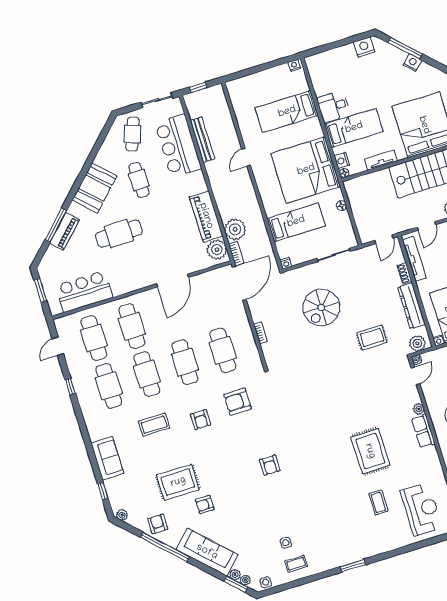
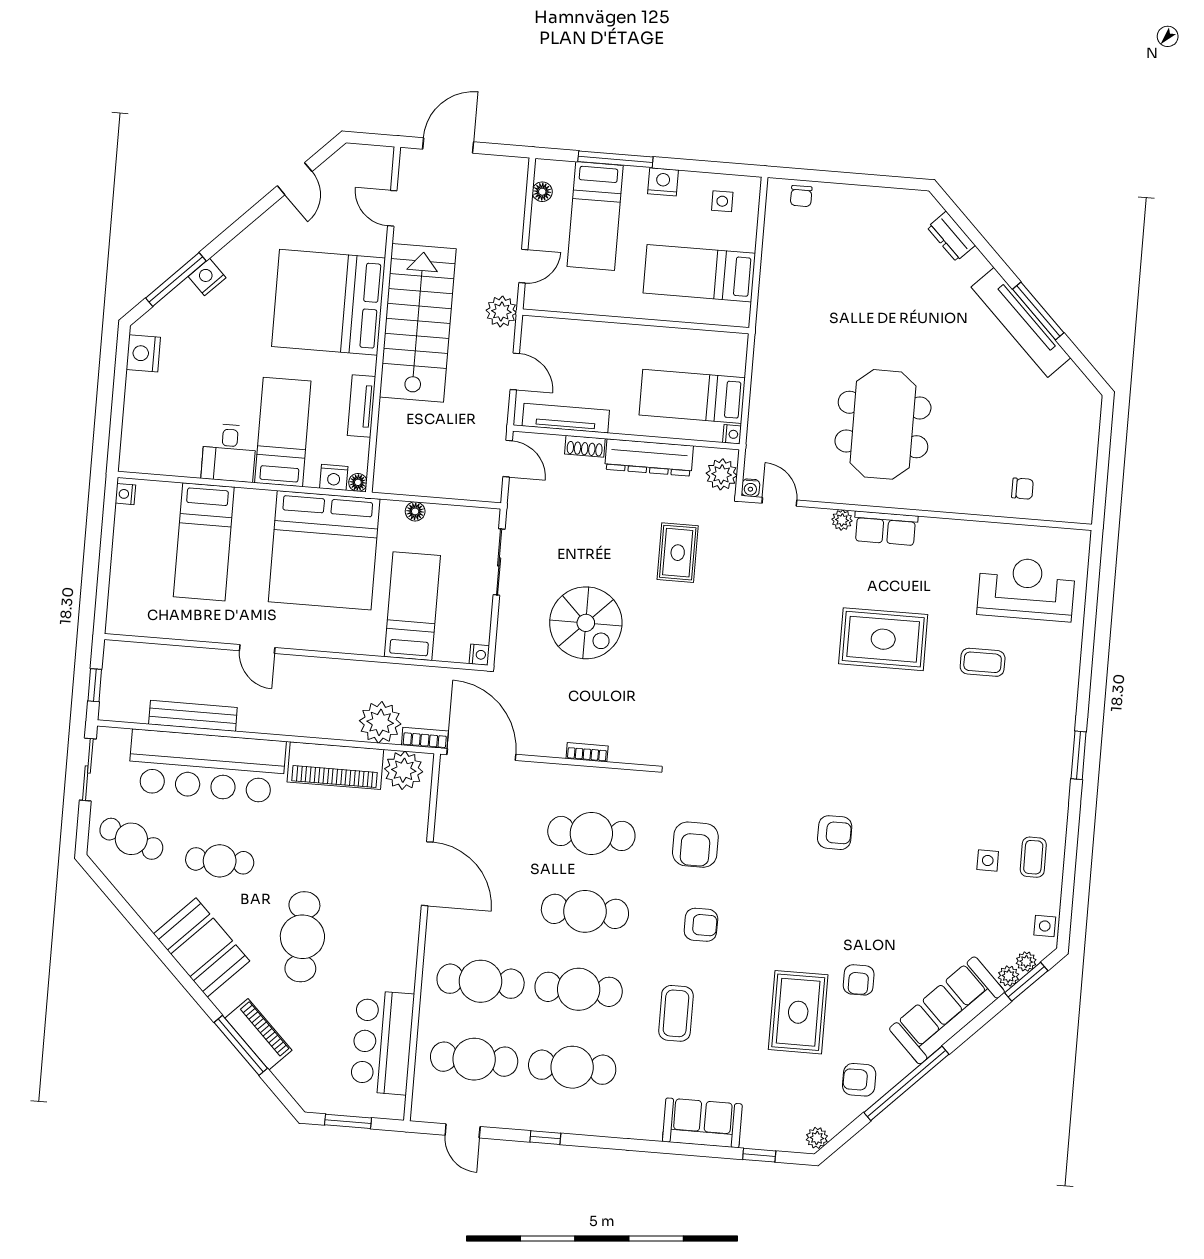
bar counter: (178, 146) -> (207, 766), width x1.36

